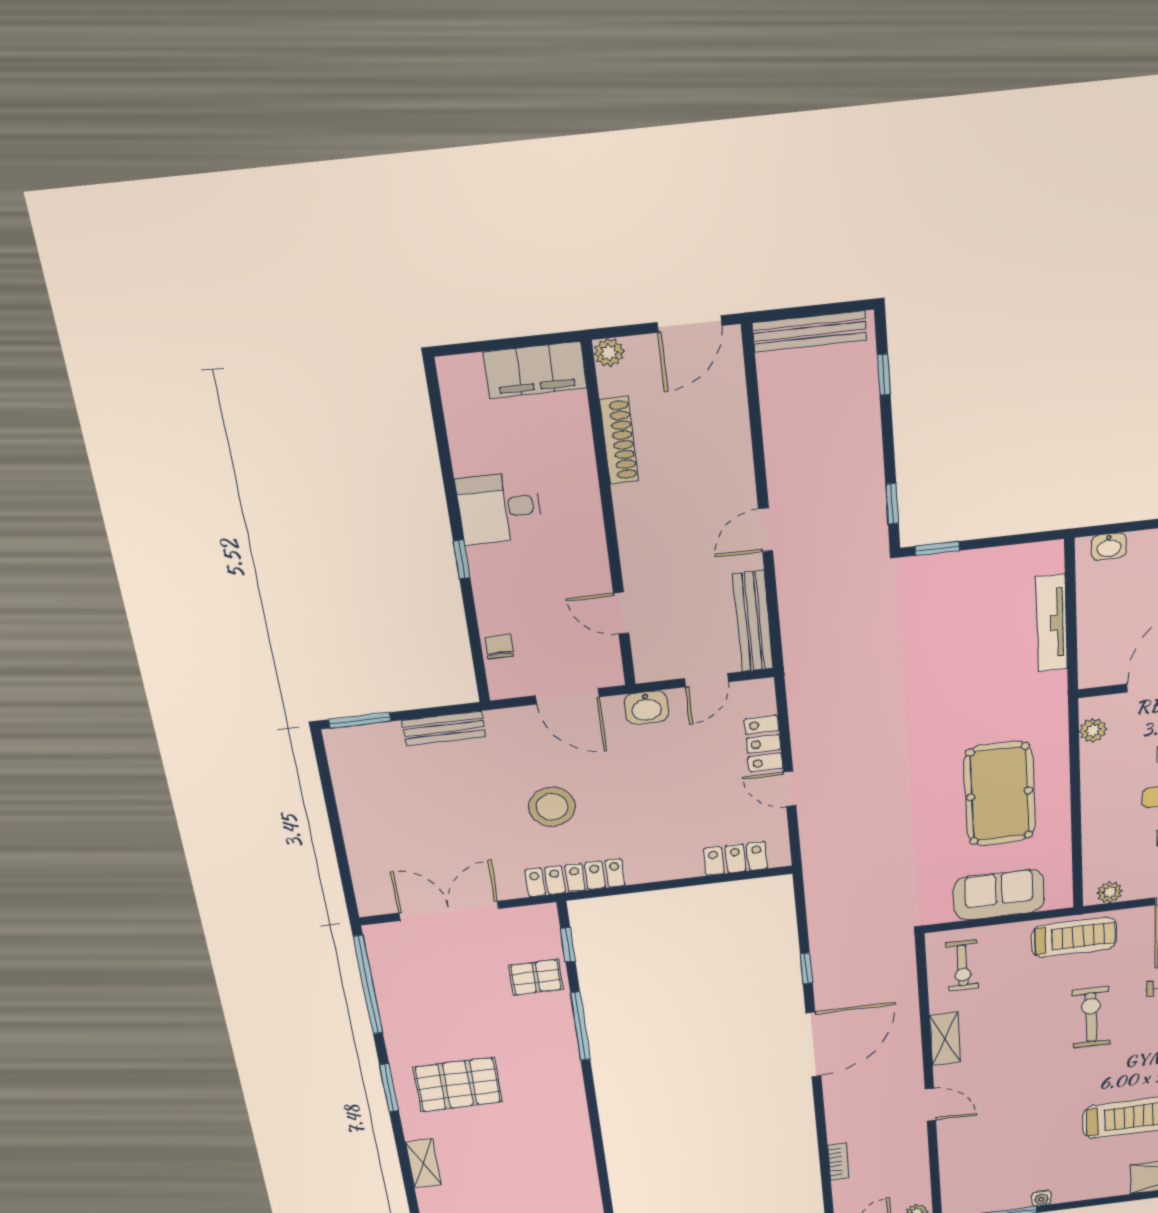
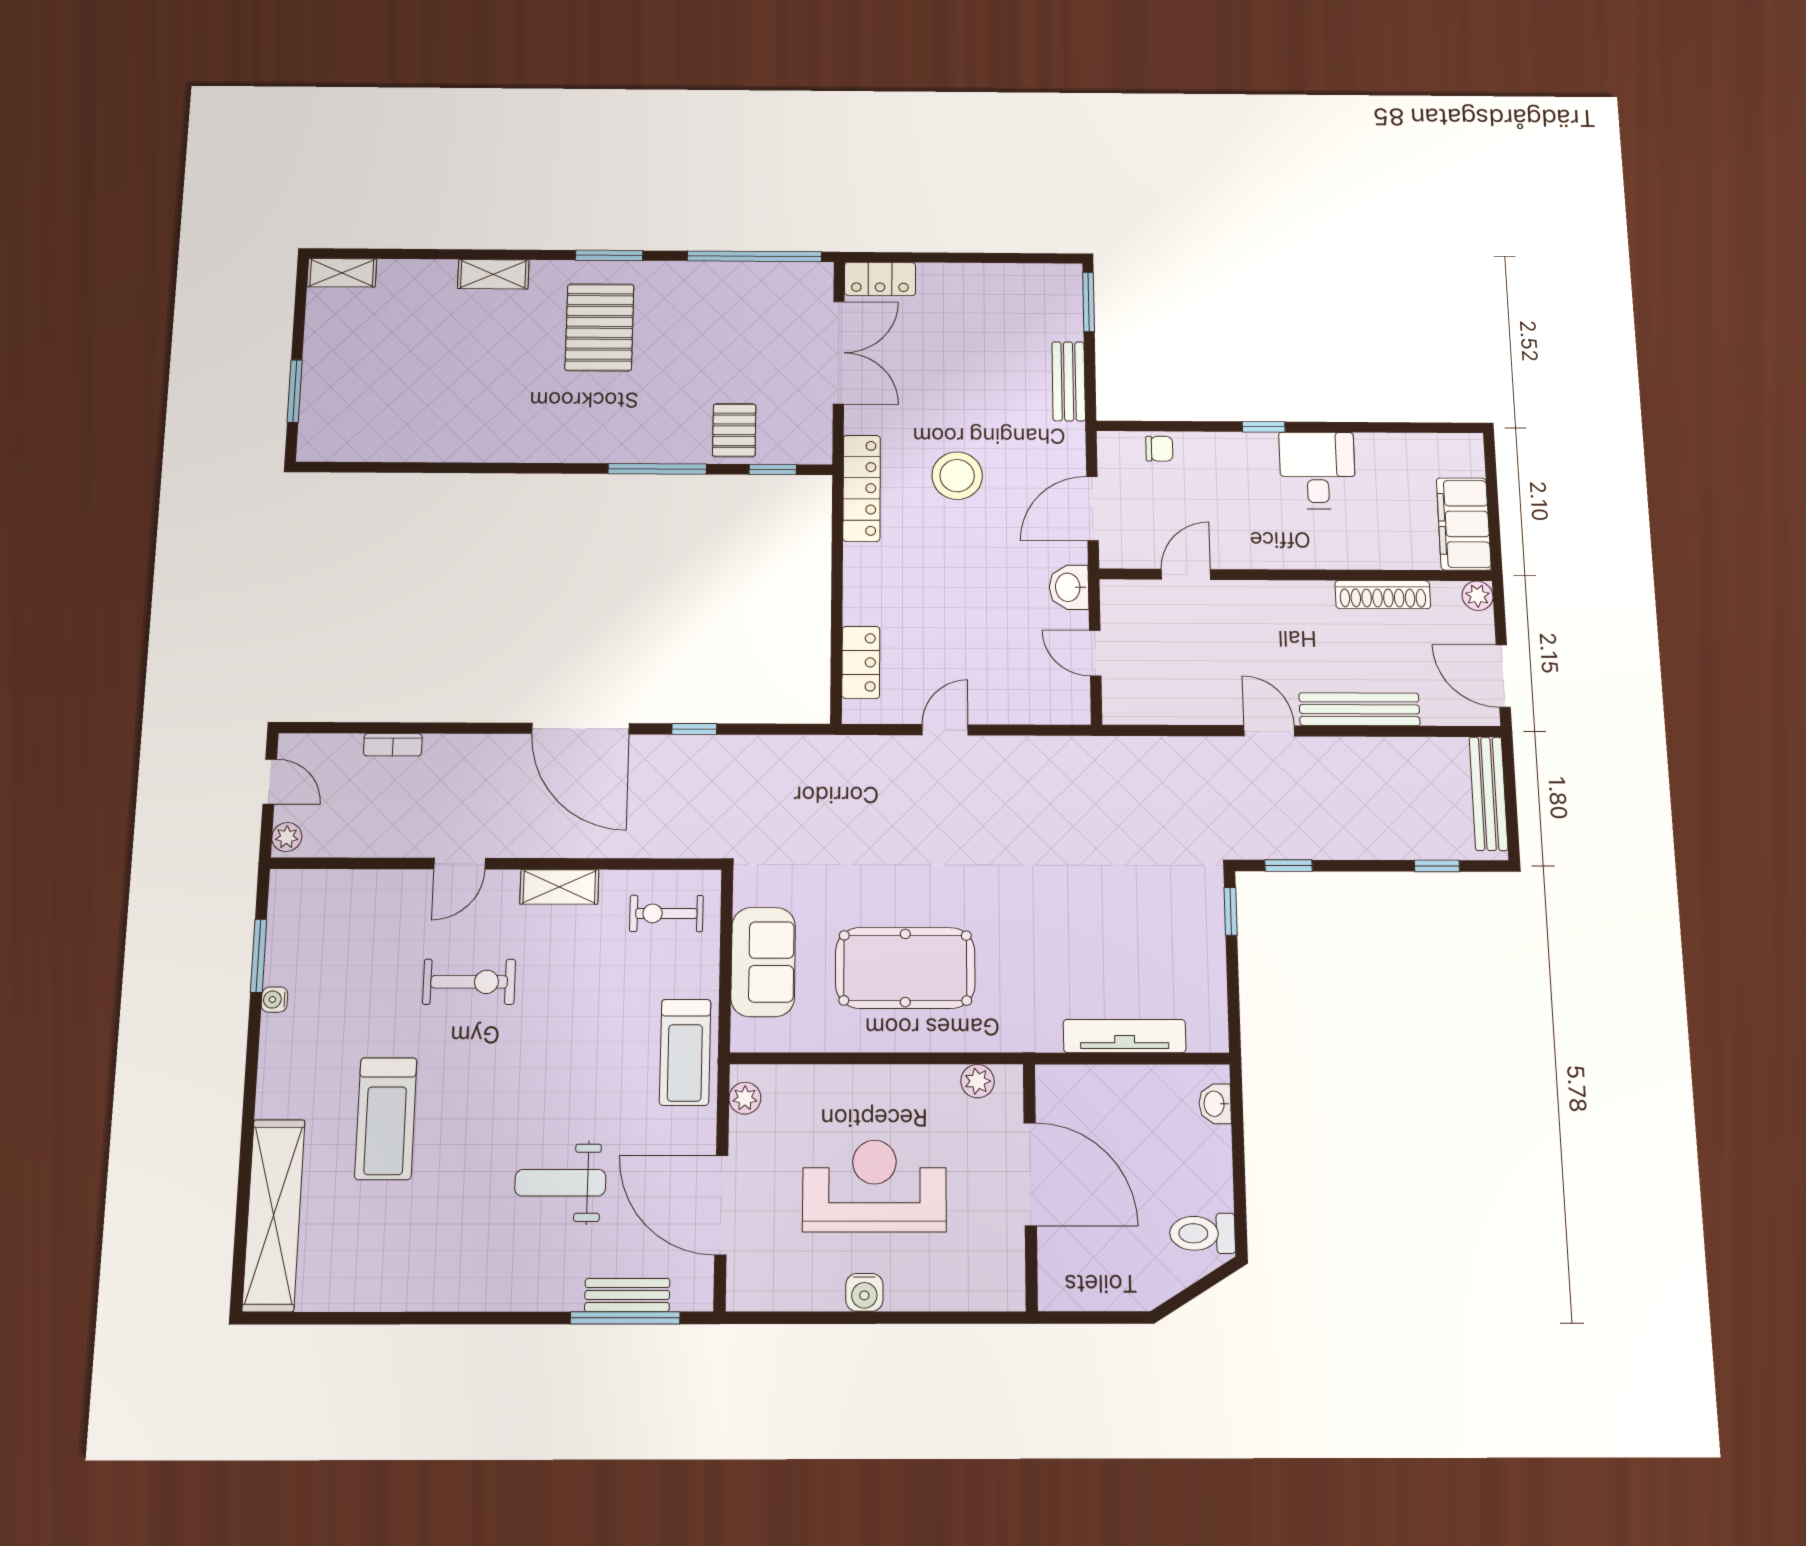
bench: (753, 621) -> (1359, 709), moved
locker: (763, 744) -> (880, 279), moved, turned 180
exercise bike: (1091, 1017) -> (469, 982), moved

